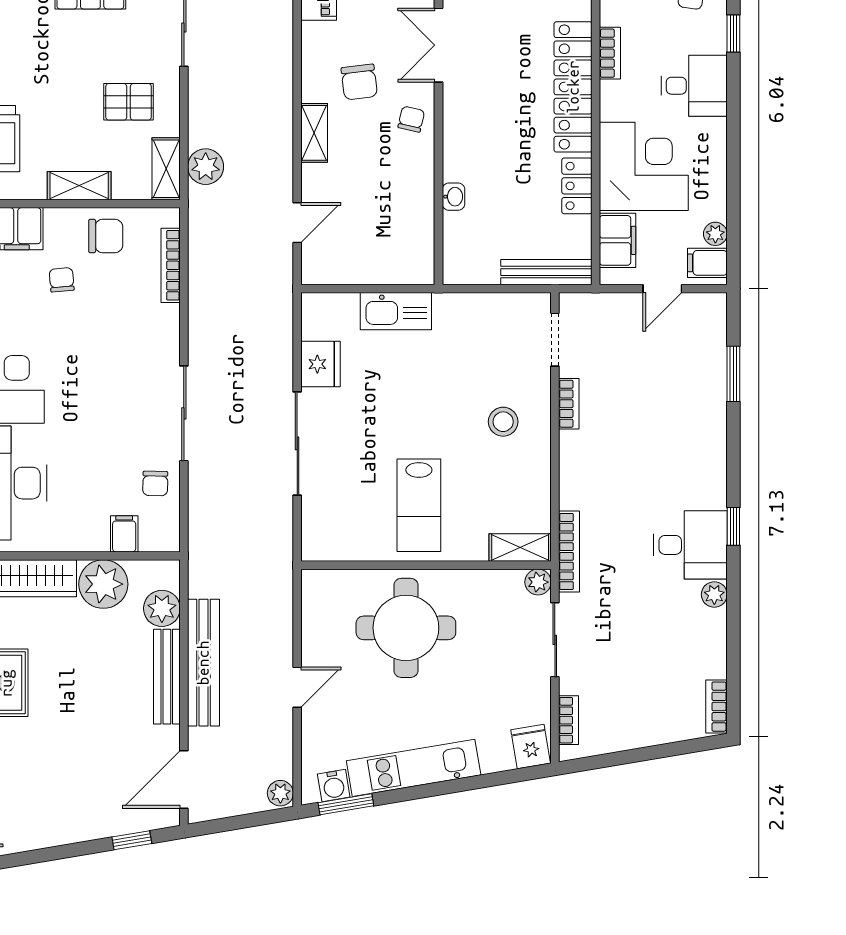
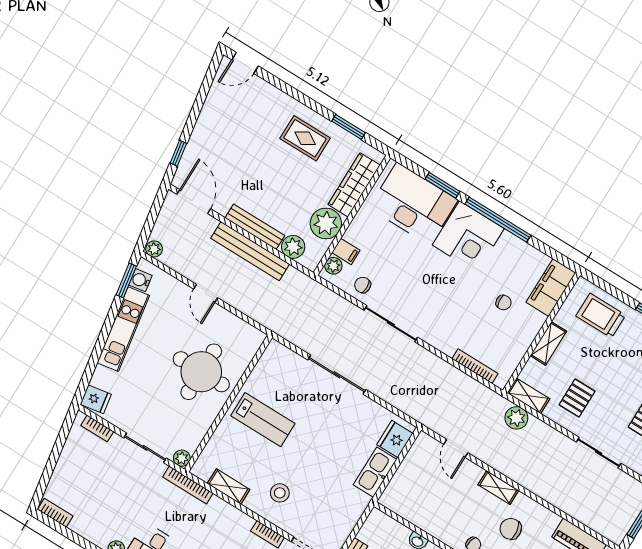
chair: (106, 236) -> (512, 341), removed
fridge: (321, 364) -> (395, 439), moved, turned 90
lab bench: (419, 505) -> (263, 420), turned 180
plant: (154, 539) -> (333, 266), added
shelving: (520, 548) -> (229, 486), moved, turned 90

